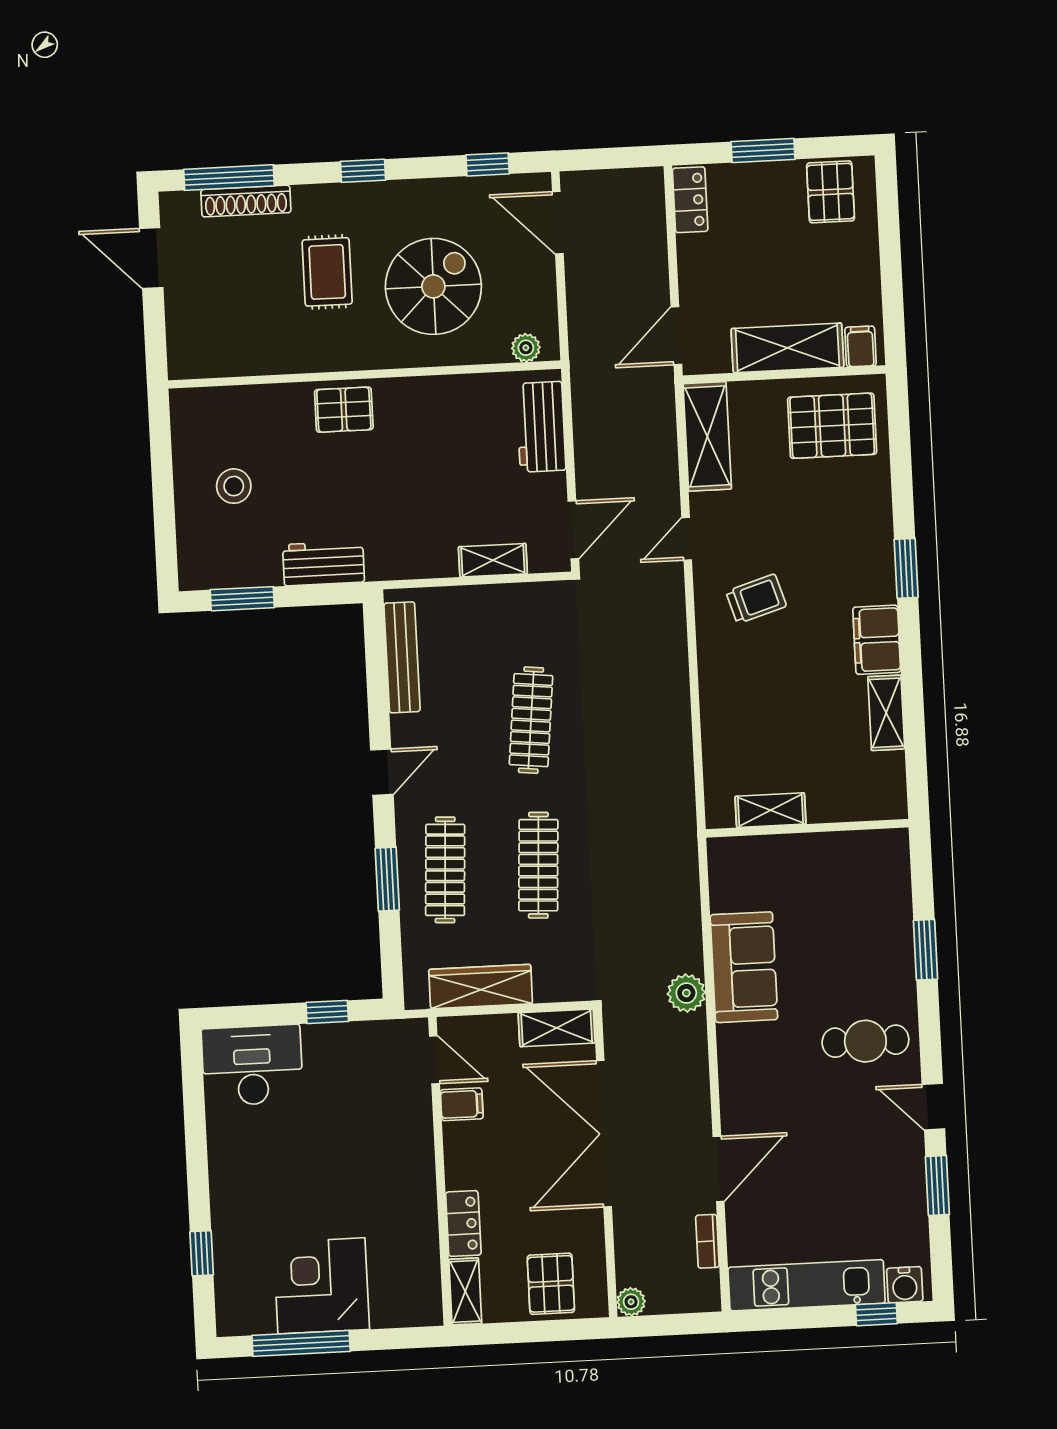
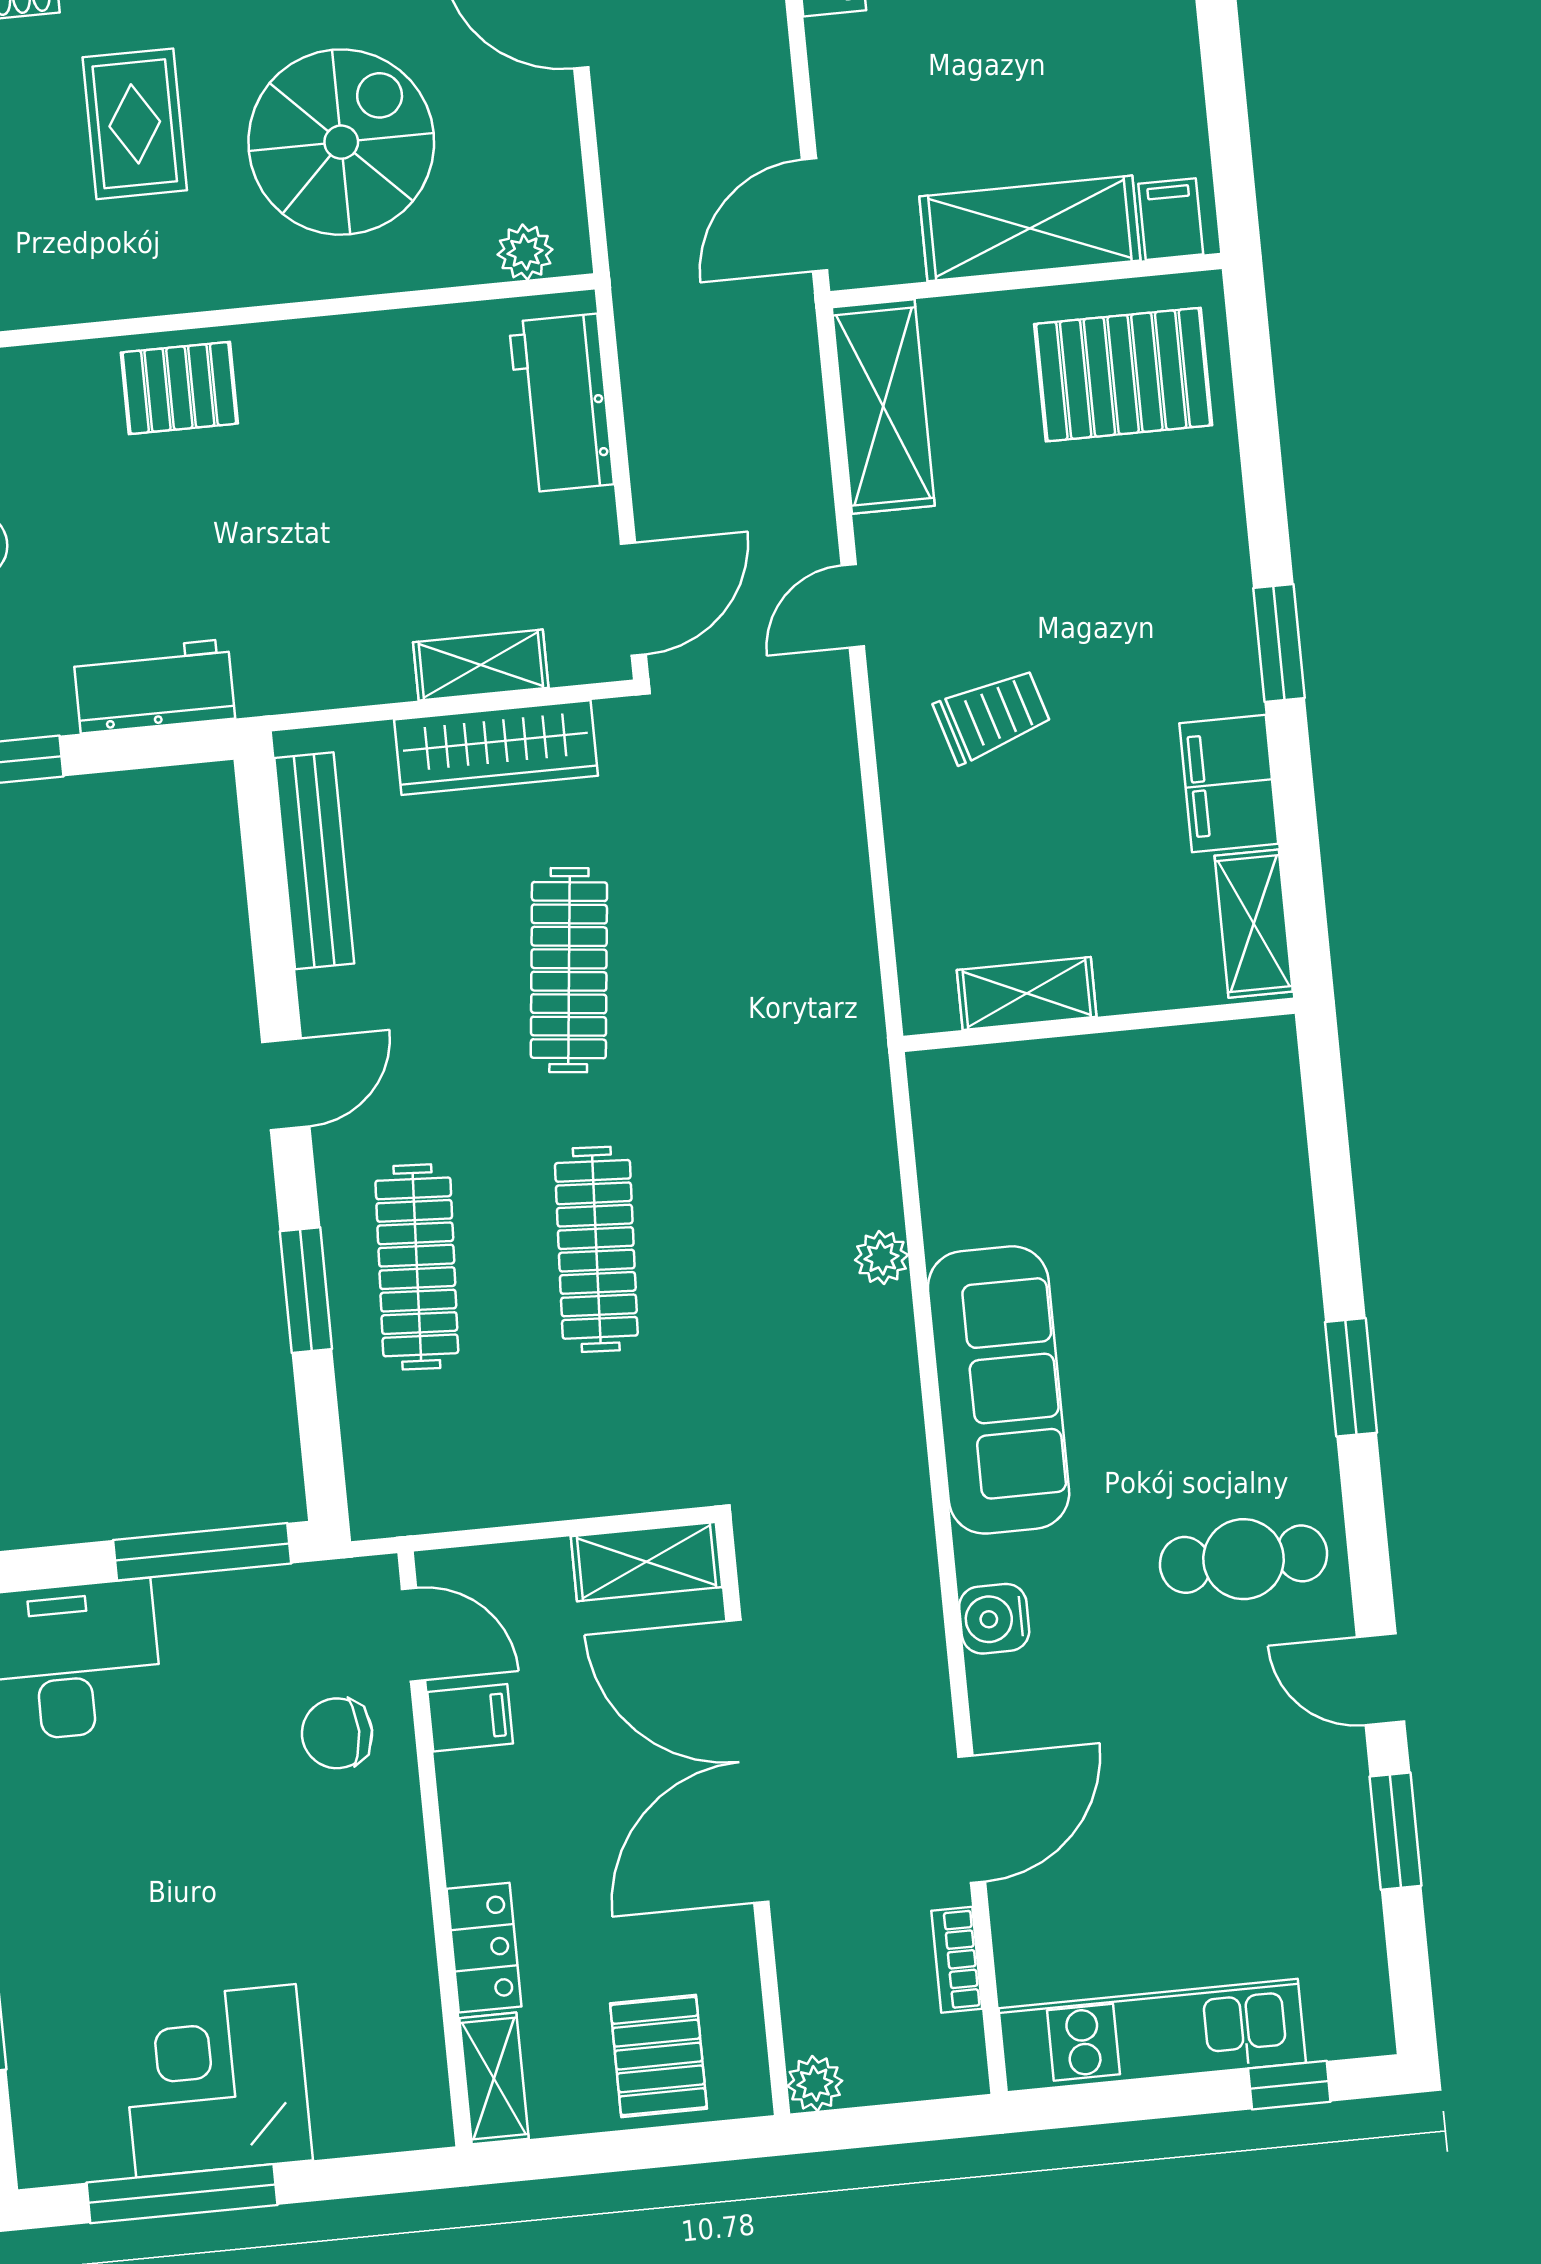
shelving: (771, 810) -> (1027, 993), moved
wall: (807, 828) -> (1099, 1025), moved
sofa: (744, 967) -> (999, 1390), width x1.36
wardrobe: (481, 987) -> (496, 748), moved, turned 180
plant: (686, 993) -> (882, 1258), moved, width x0.73, depth x0.73
window: (327, 1012) -> (202, 1552), width x2.17
chair: (392, 1109) -> (337, 1733), added
water cooler: (905, 1285) -> (994, 1619), moved, turned 90

